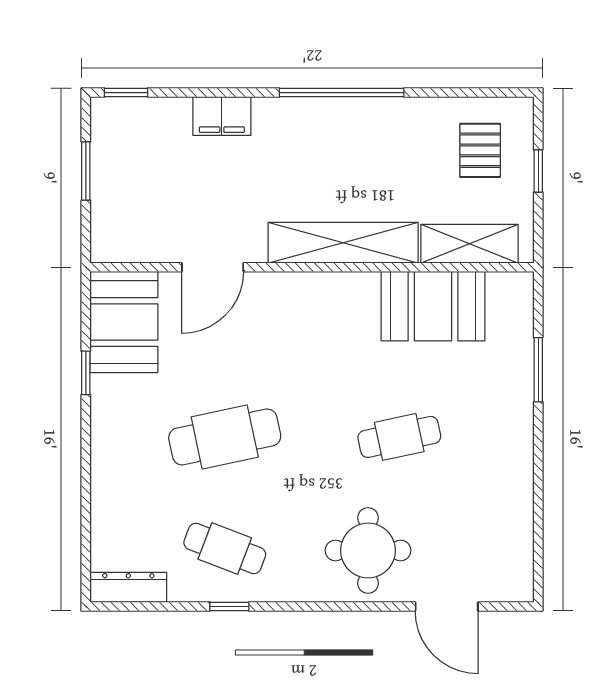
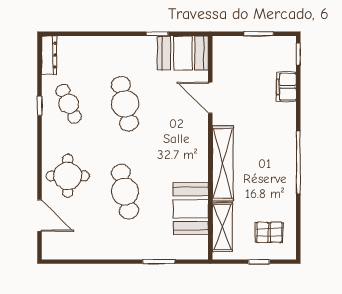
filing cabinet: (222, 116) -> (286, 87), moved
cafe table: (399, 437) -> (125, 192), width x1.37, depth x1.35
cafe table: (225, 548) -> (69, 104), turned -45
door: (447, 607) -> (39, 215), swing flipped

